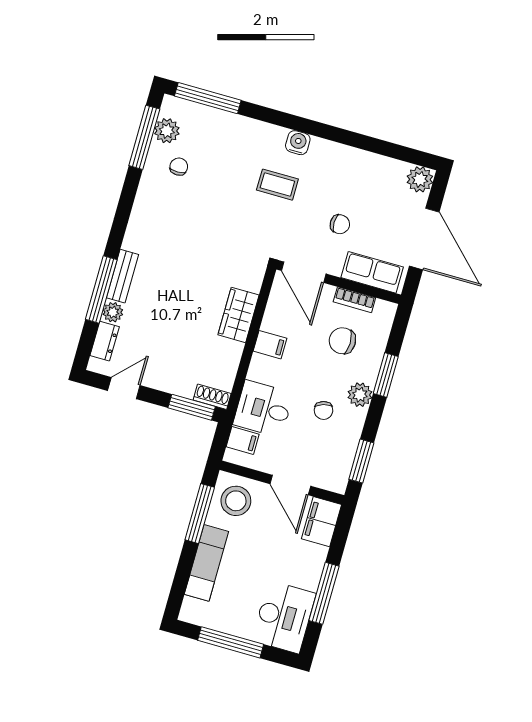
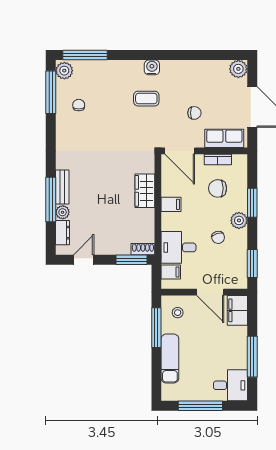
plant: (167, 131) -> (64, 71), moved
stool: (236, 501) -> (178, 313), width x0.53, depth x0.53
desk: (284, 617) -> (230, 385), width x0.73

